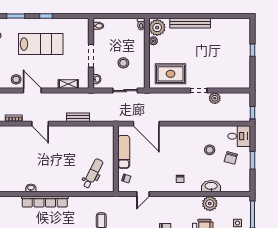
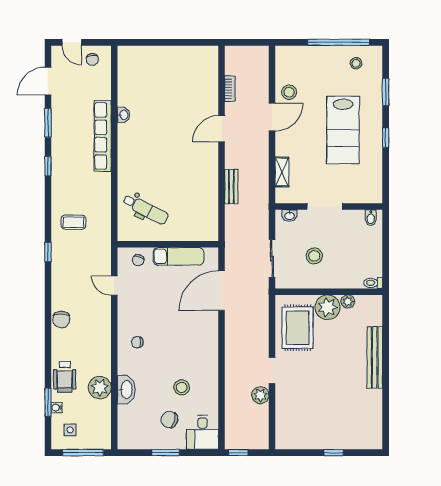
plant: (157, 28) -> (327, 307), moved

